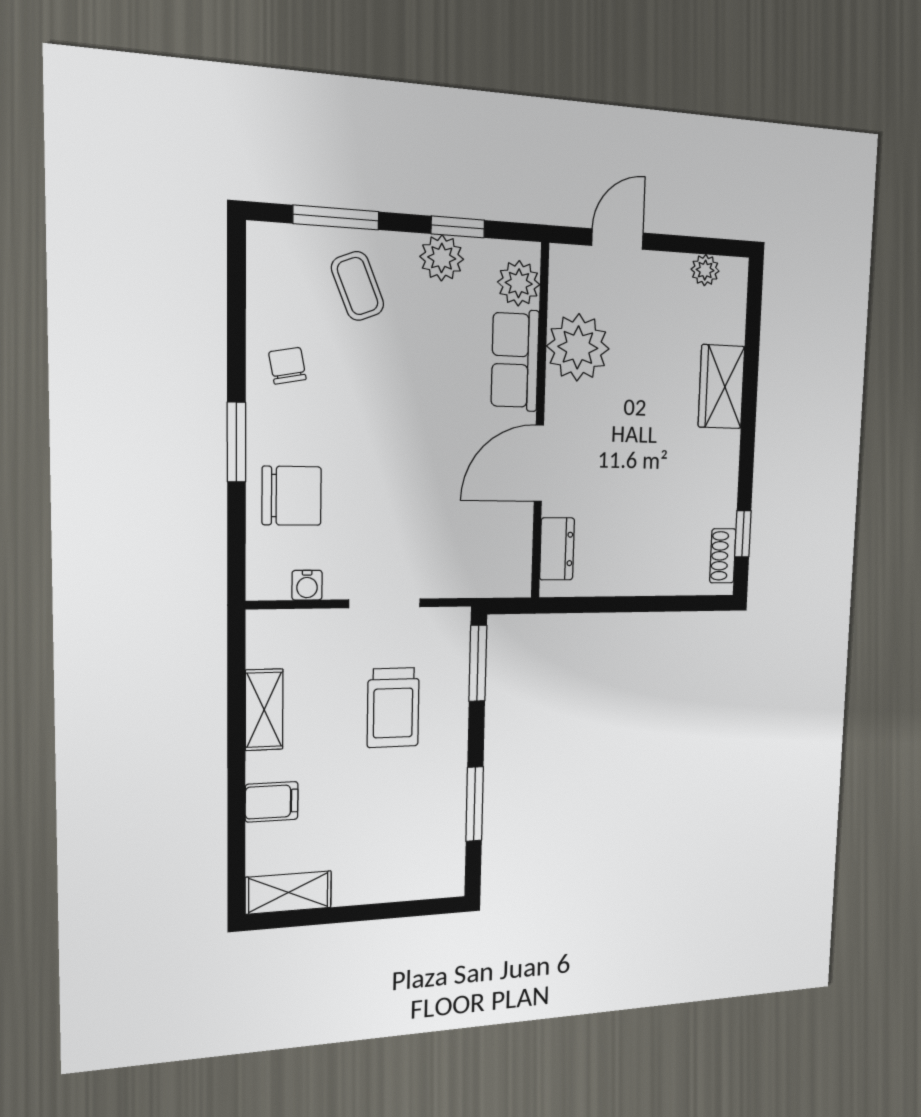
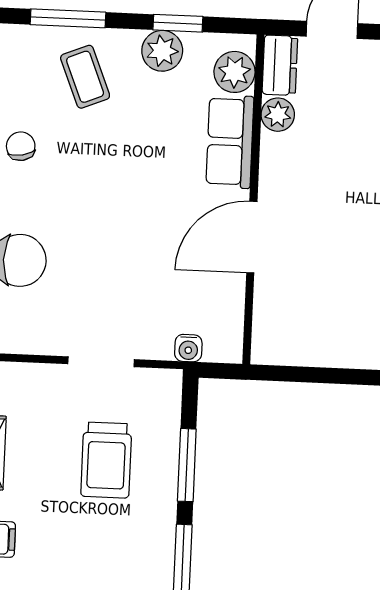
plant: (578, 347) -> (278, 115), width x0.53, depth x0.53
dresser: (557, 549) -> (280, 65), moved
water cooler: (307, 585) -> (188, 348), moved
window: (478, 663) -> (187, 465), moved

